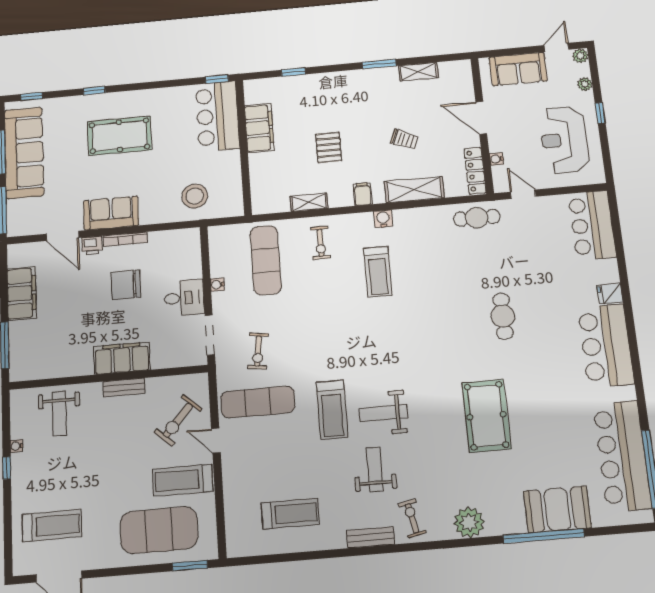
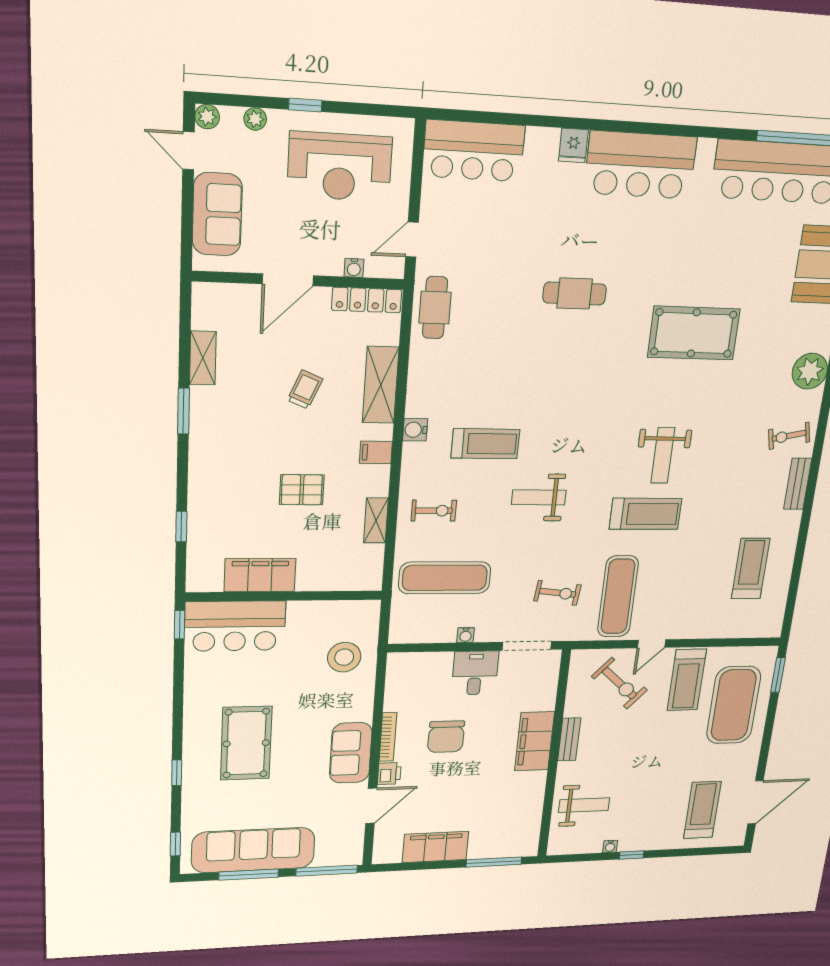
weight bench: (375, 469) -> (539, 497), moved

